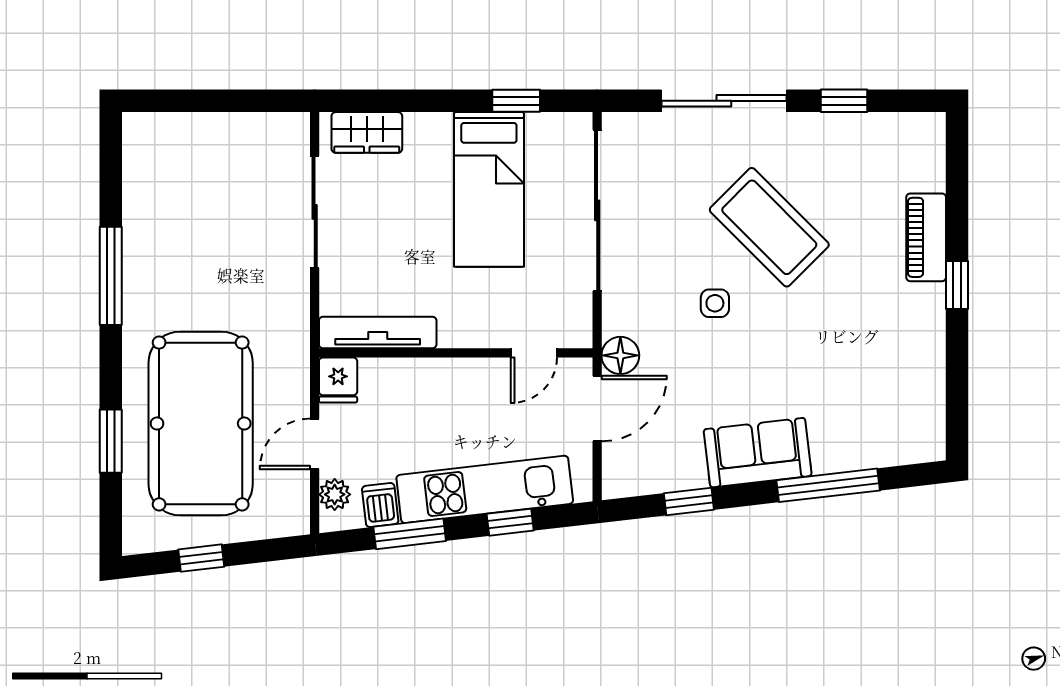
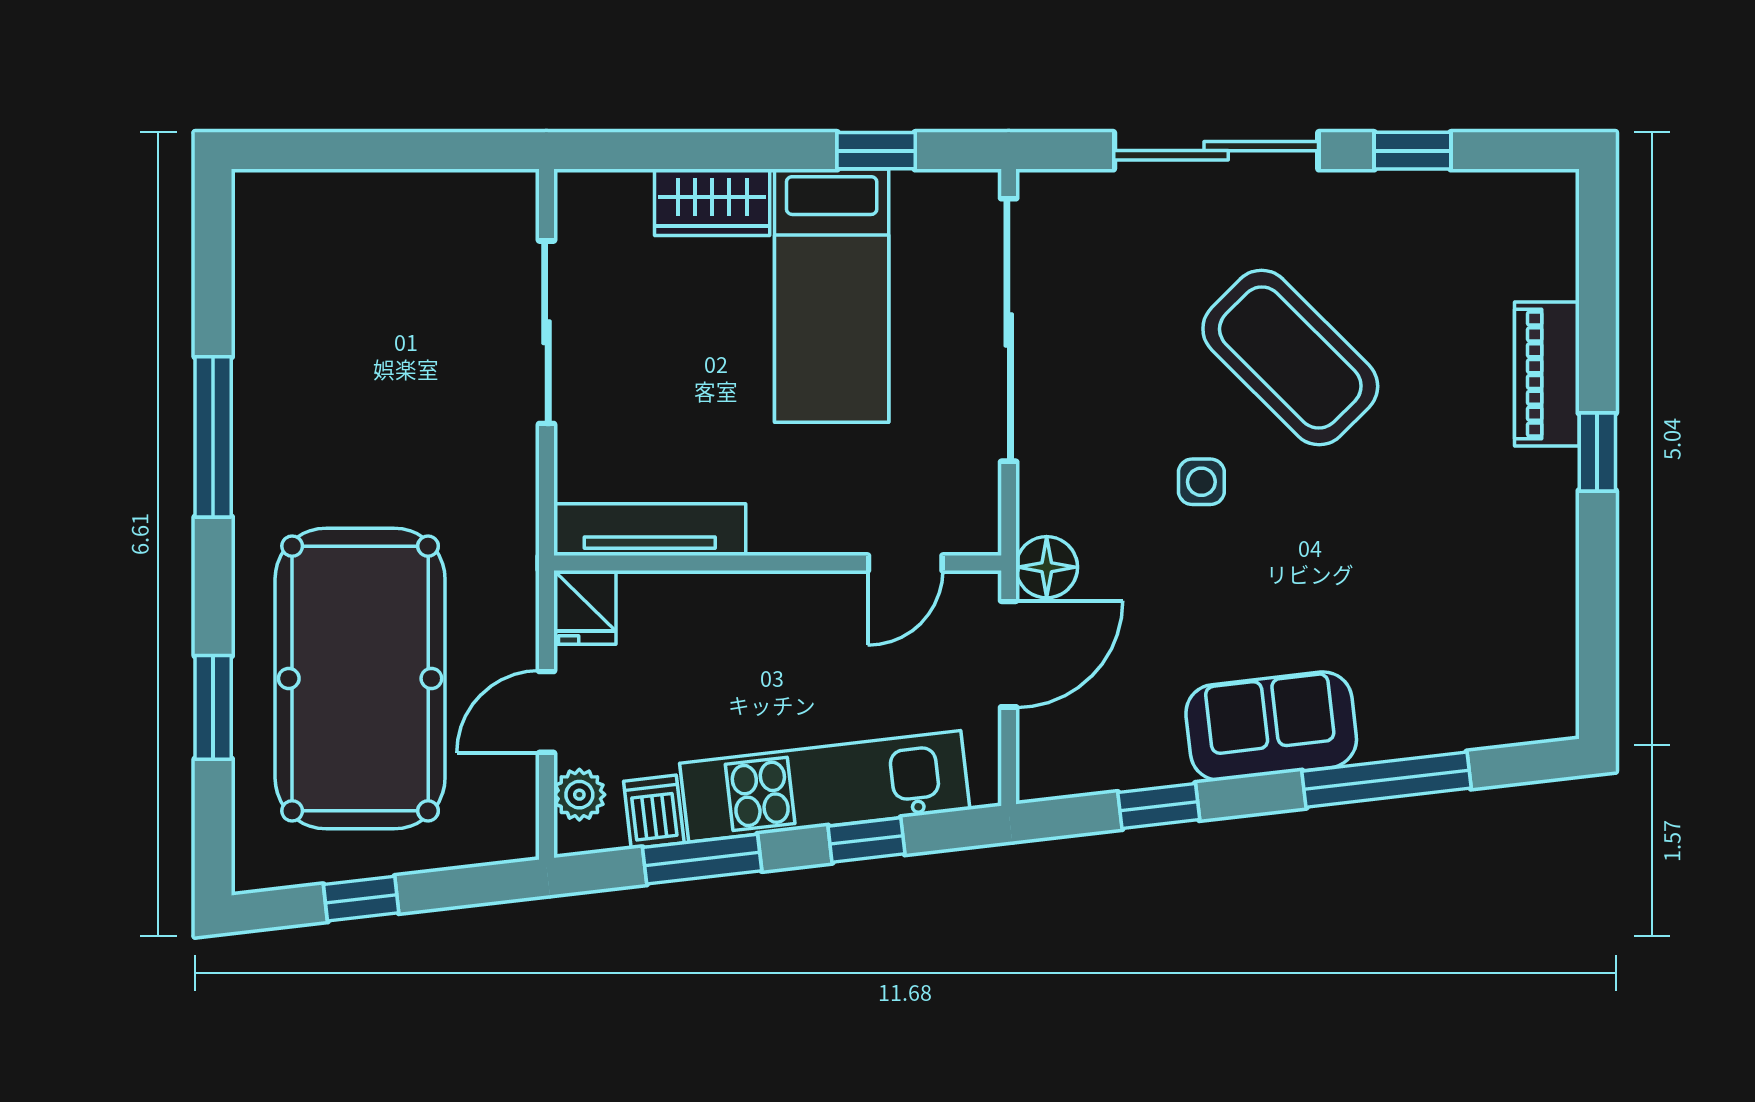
wardrobe: (367, 132) -> (712, 202), moved

